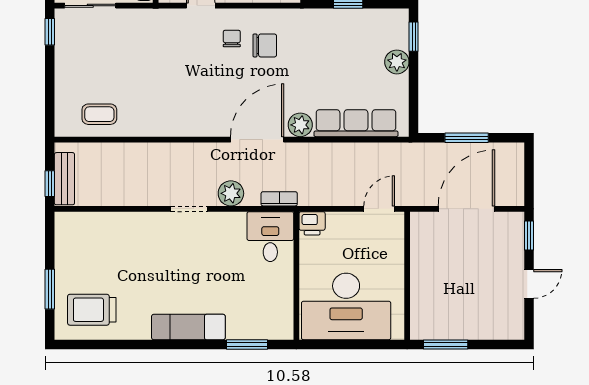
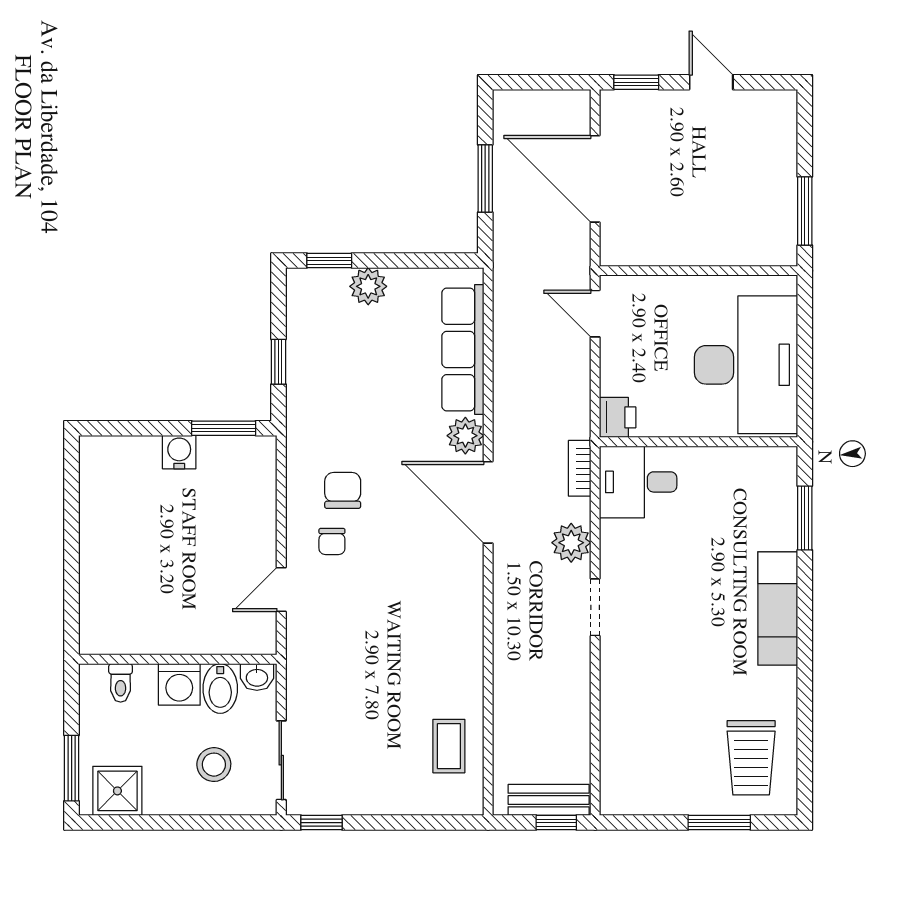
chair: (232, 38) -> (332, 541), turned -90

